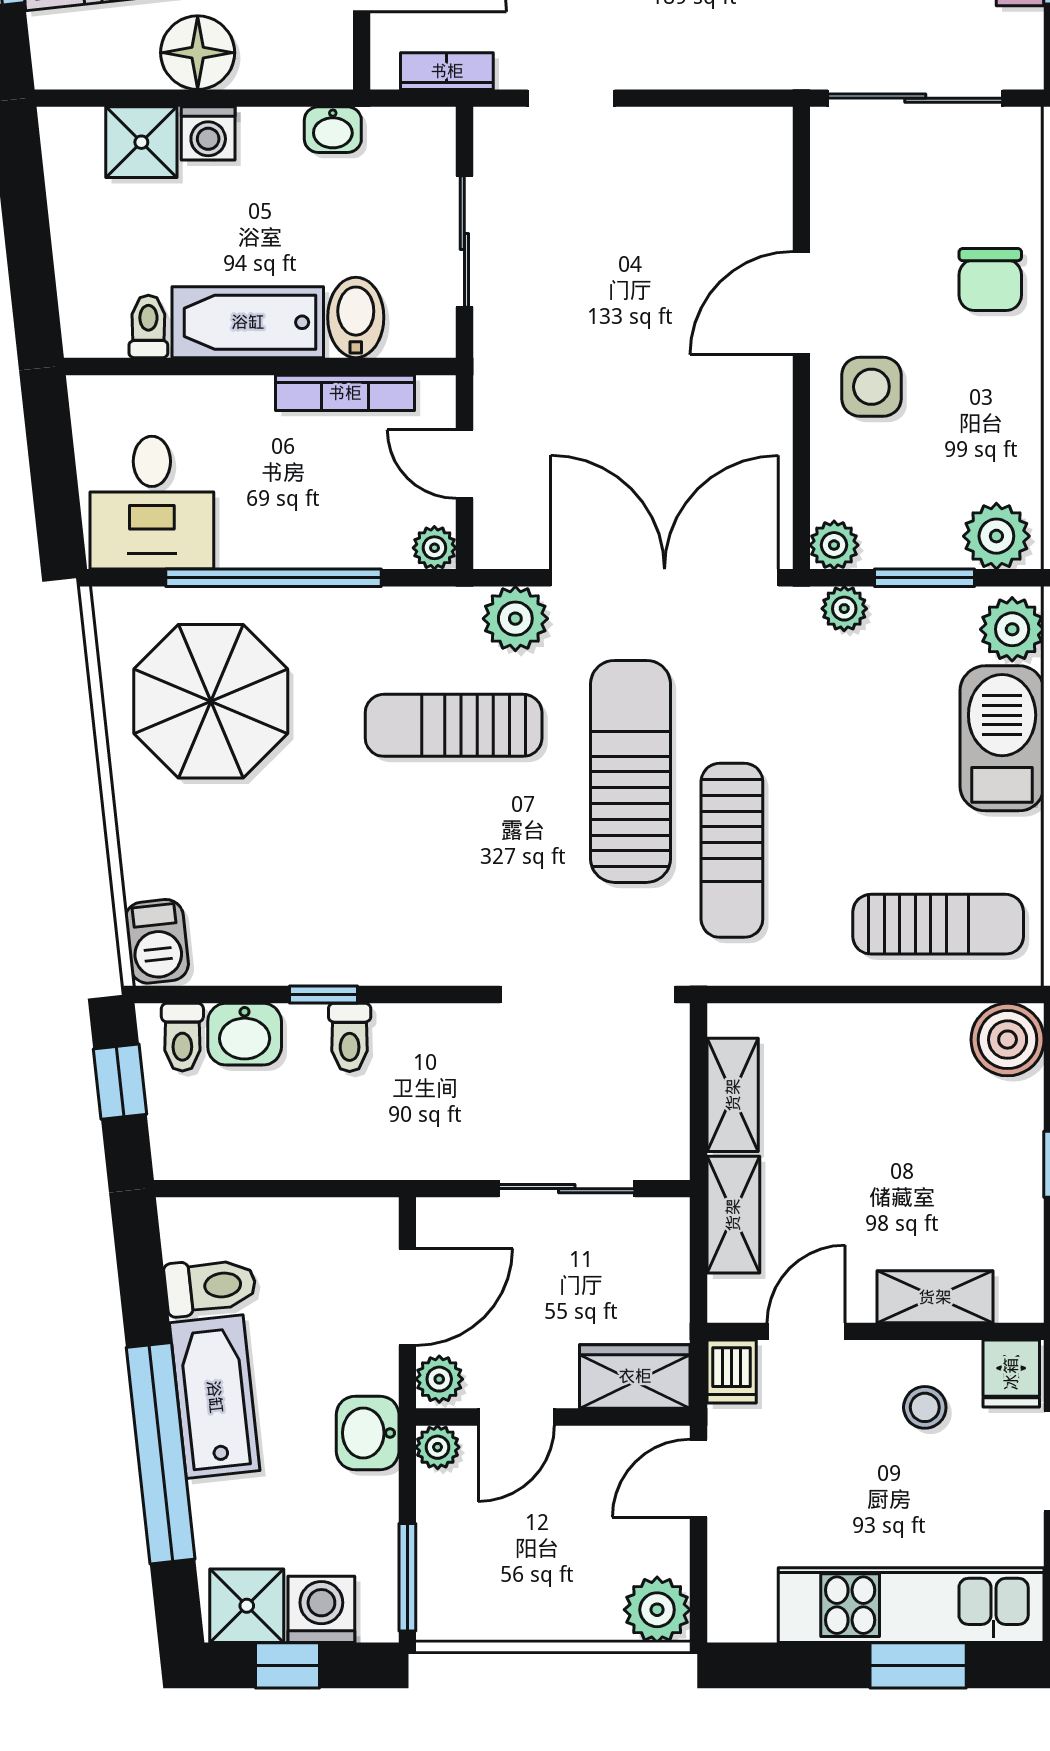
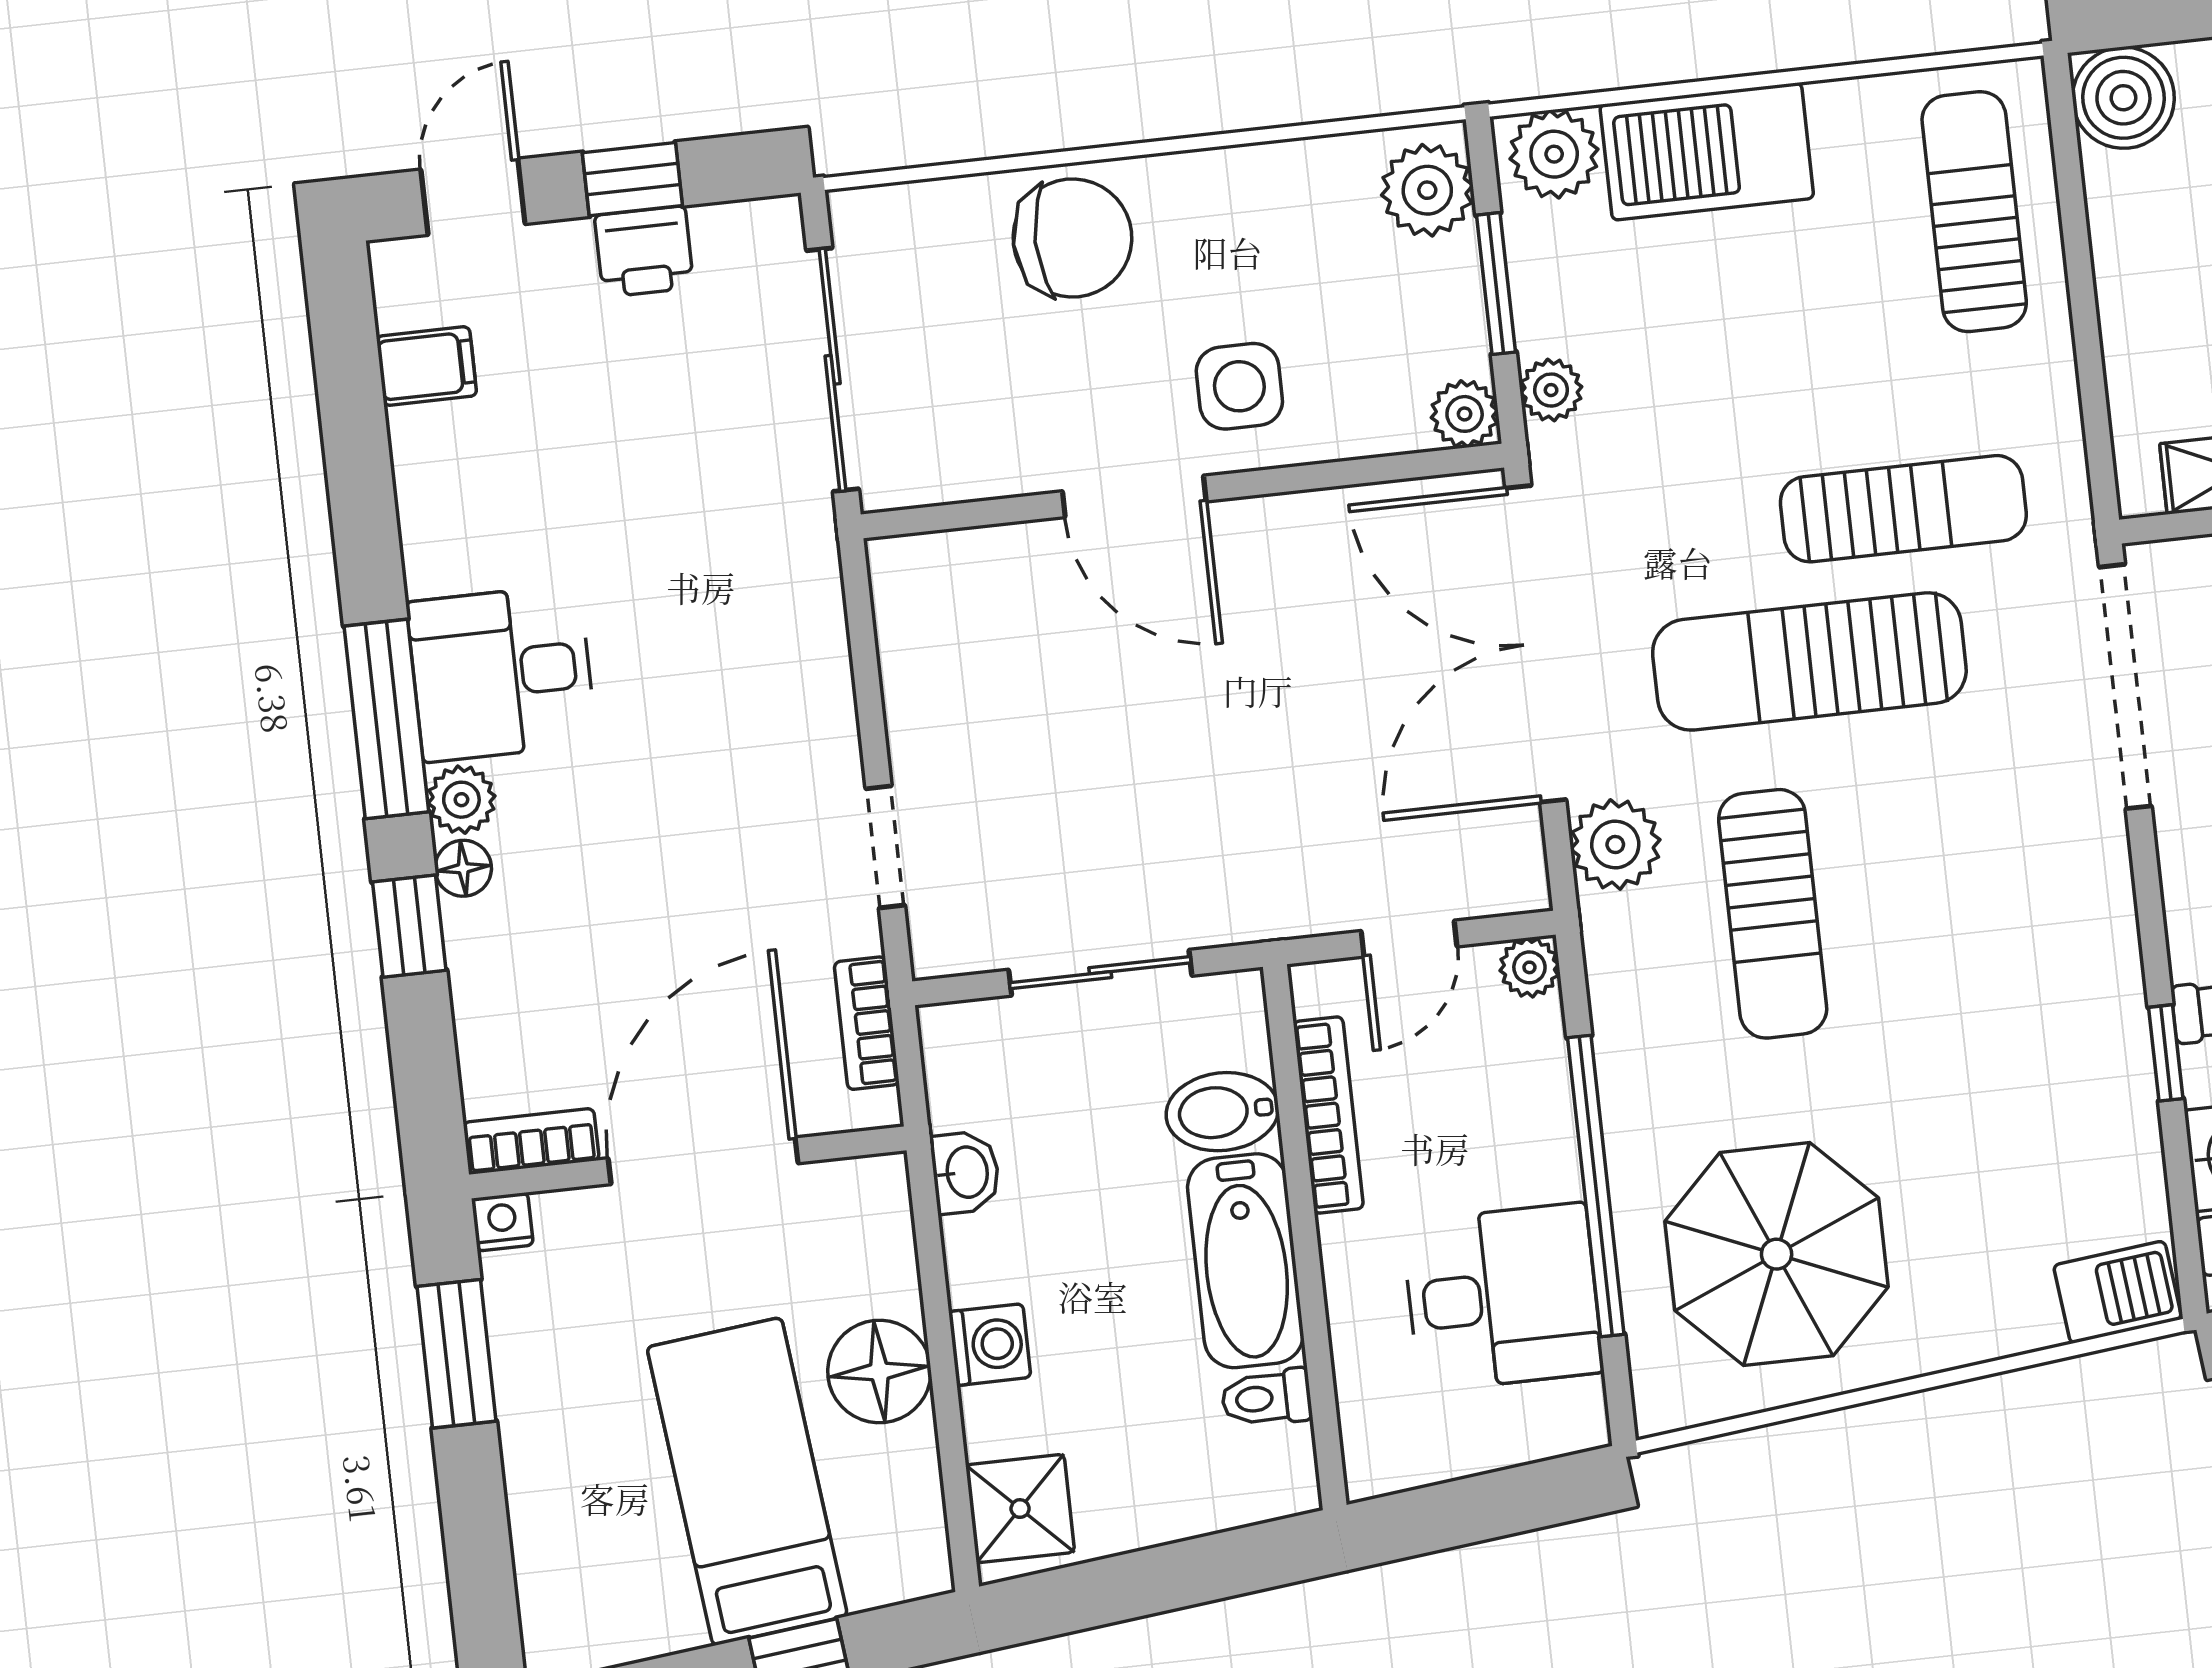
shower: (141, 142) -> (1020, 1509), moved
chair: (990, 279) -> (1072, 238), width x1.37, depth x1.37
desk: (152, 503) -> (1503, 1297), moved

